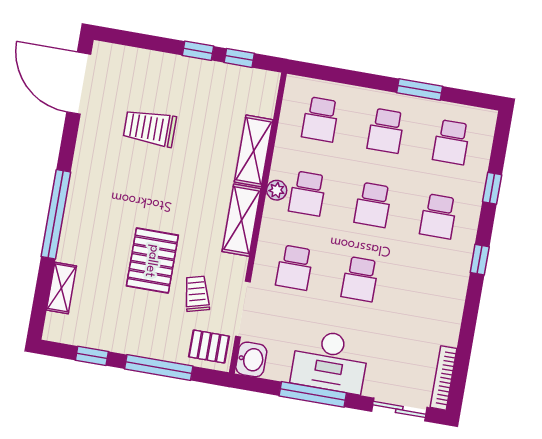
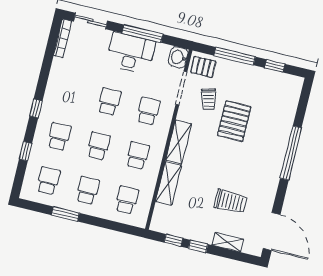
plant: (277, 190) -> (156, 159), removed
shelving: (61, 288) -> (228, 242), moved, turned 90

